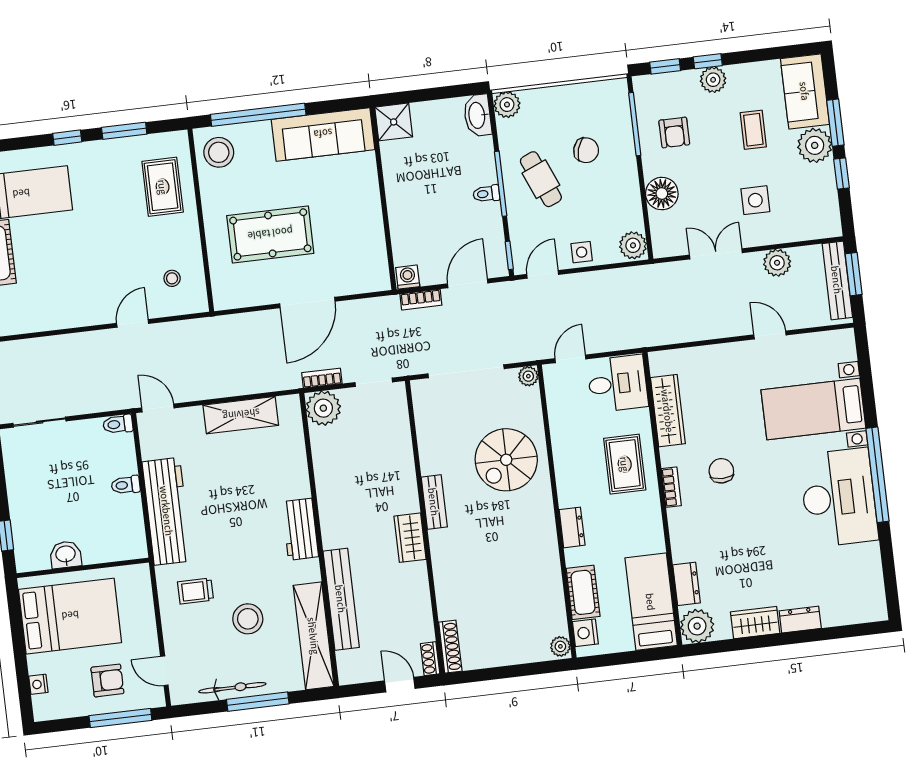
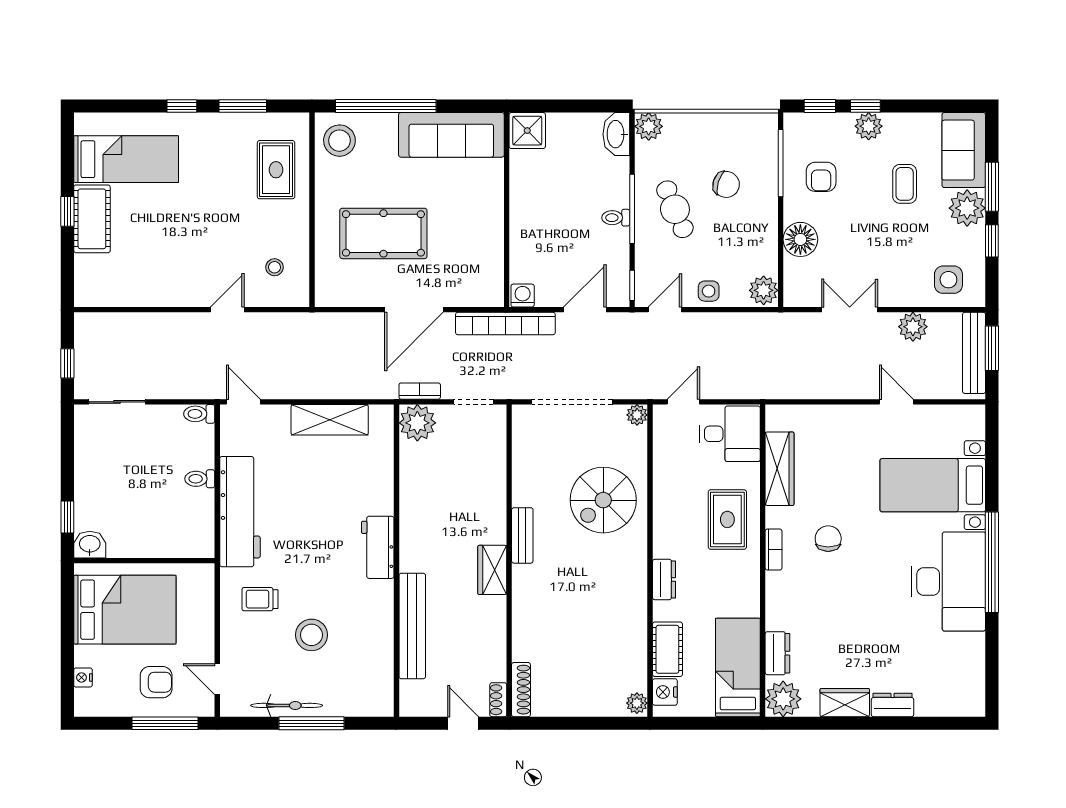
side table: (755, 200) -> (948, 280), moved
bookcase: (421, 300) -> (505, 324), width x2.31, depth x1.31
washbasin: (66, 555) -> (90, 545), moved
shelving: (314, 636) -> (379, 661), removed

